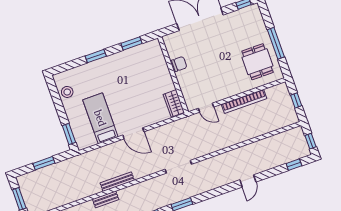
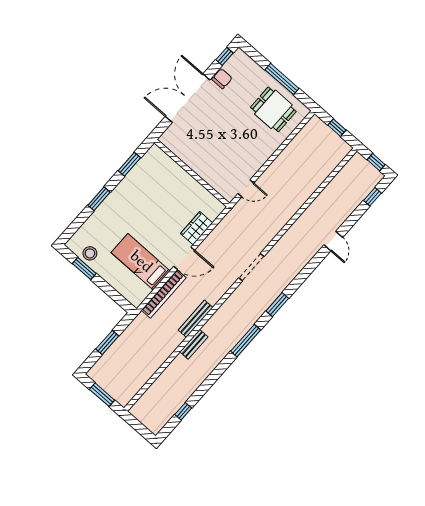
chair: (179, 64) -> (222, 79), moved
bookcase: (244, 101) -> (164, 294), moved
wardrobe: (174, 103) -> (196, 228), moved, turned 90
window: (69, 134) -> (84, 268), moved

